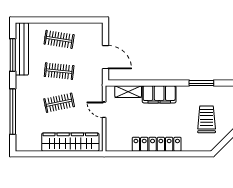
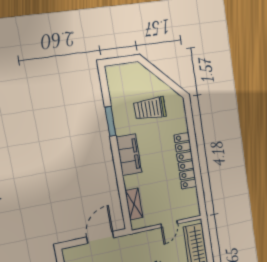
filing cabinet: (159, 94) -> (129, 155), moved
door: (104, 110) -> (169, 224), moved

